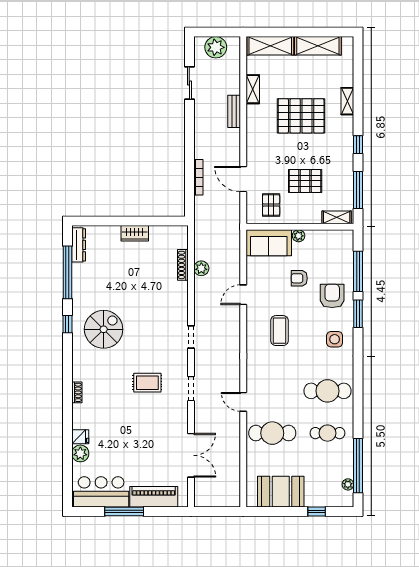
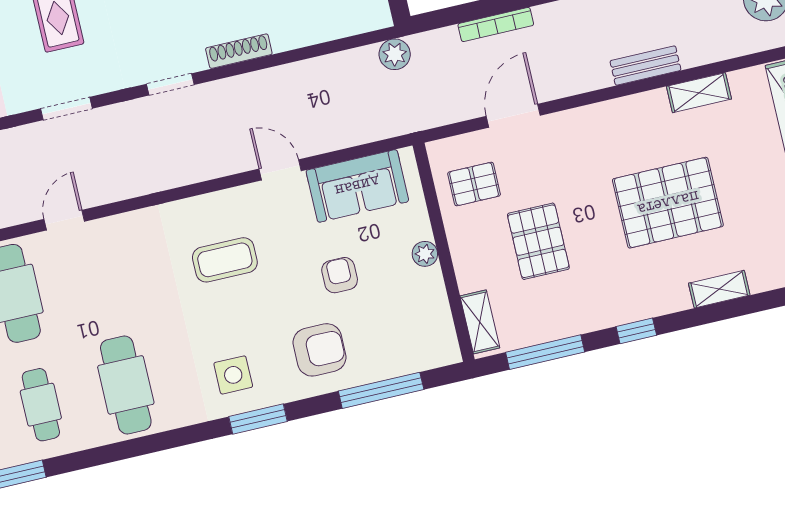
pallet: (301, 116) -> (668, 203), turned 90
sofa: (269, 243) -> (357, 186), moved, turned -90
shoe rack: (183, 265) -> (239, 51), moved
plant: (201, 268) -> (395, 54), moved
window: (358, 314) -> (258, 419), moved

